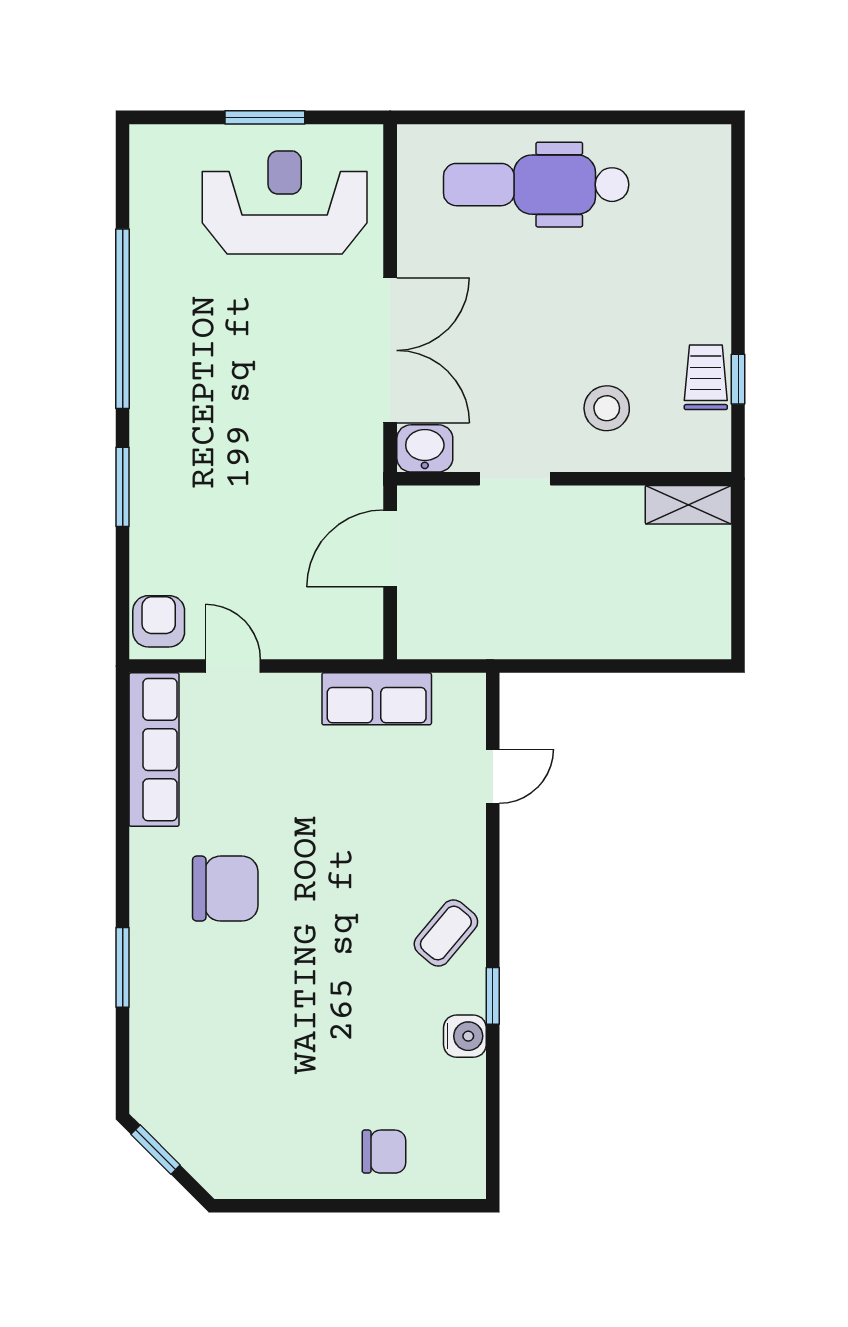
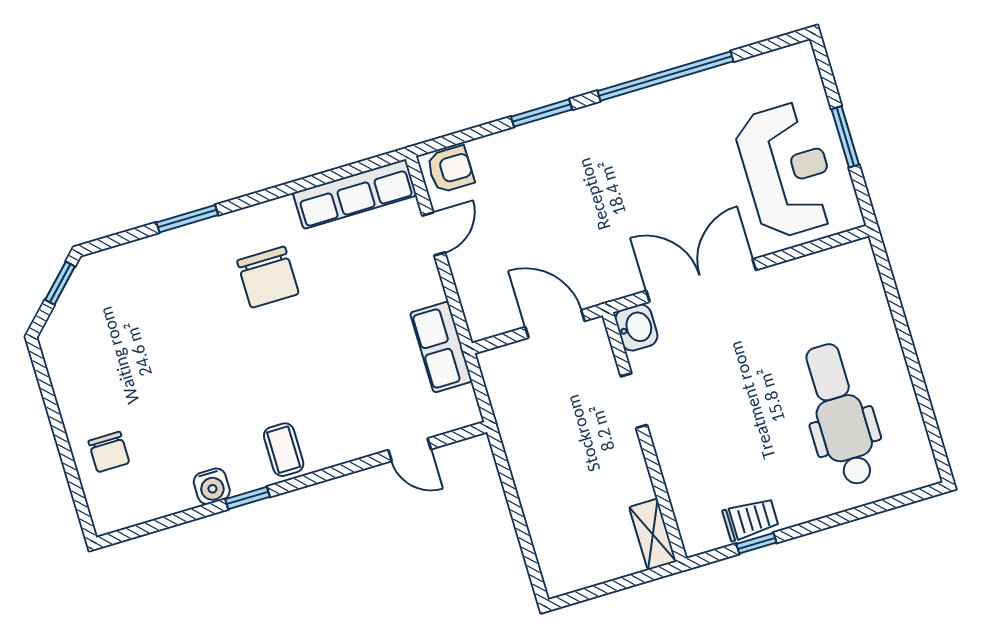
dental chair: (536, 185) -> (840, 415), moved
double door: (390, 350) -> (701, 280), swing flipped
stool: (607, 408) -> (706, 453), removed
coffee table: (446, 933) -> (284, 450), turned 50

